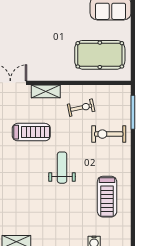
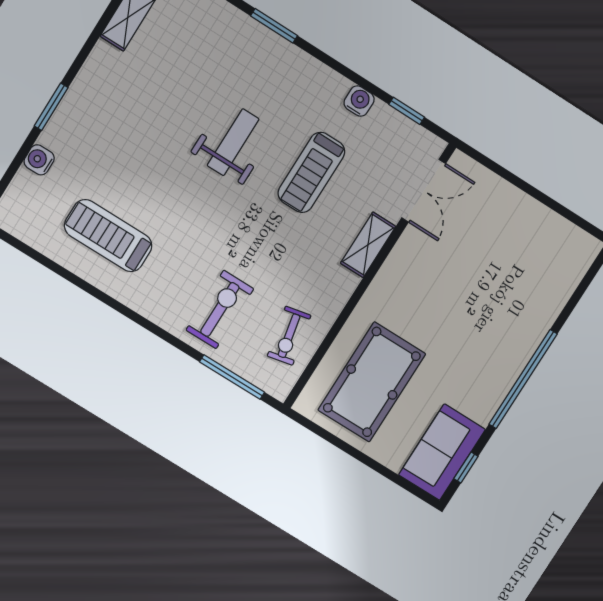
exercise bike: (81, 108) -> (289, 336), moved
weight bench: (62, 168) -> (233, 142), moved, turned -90

